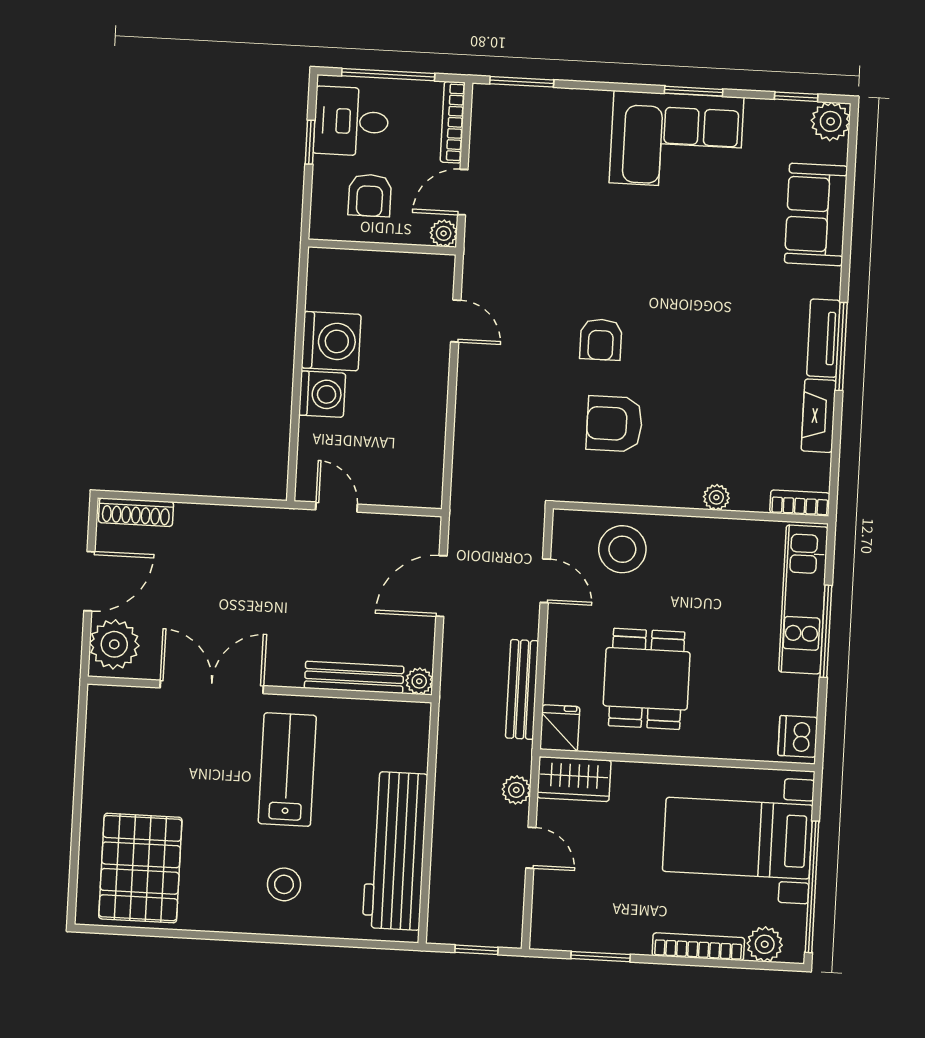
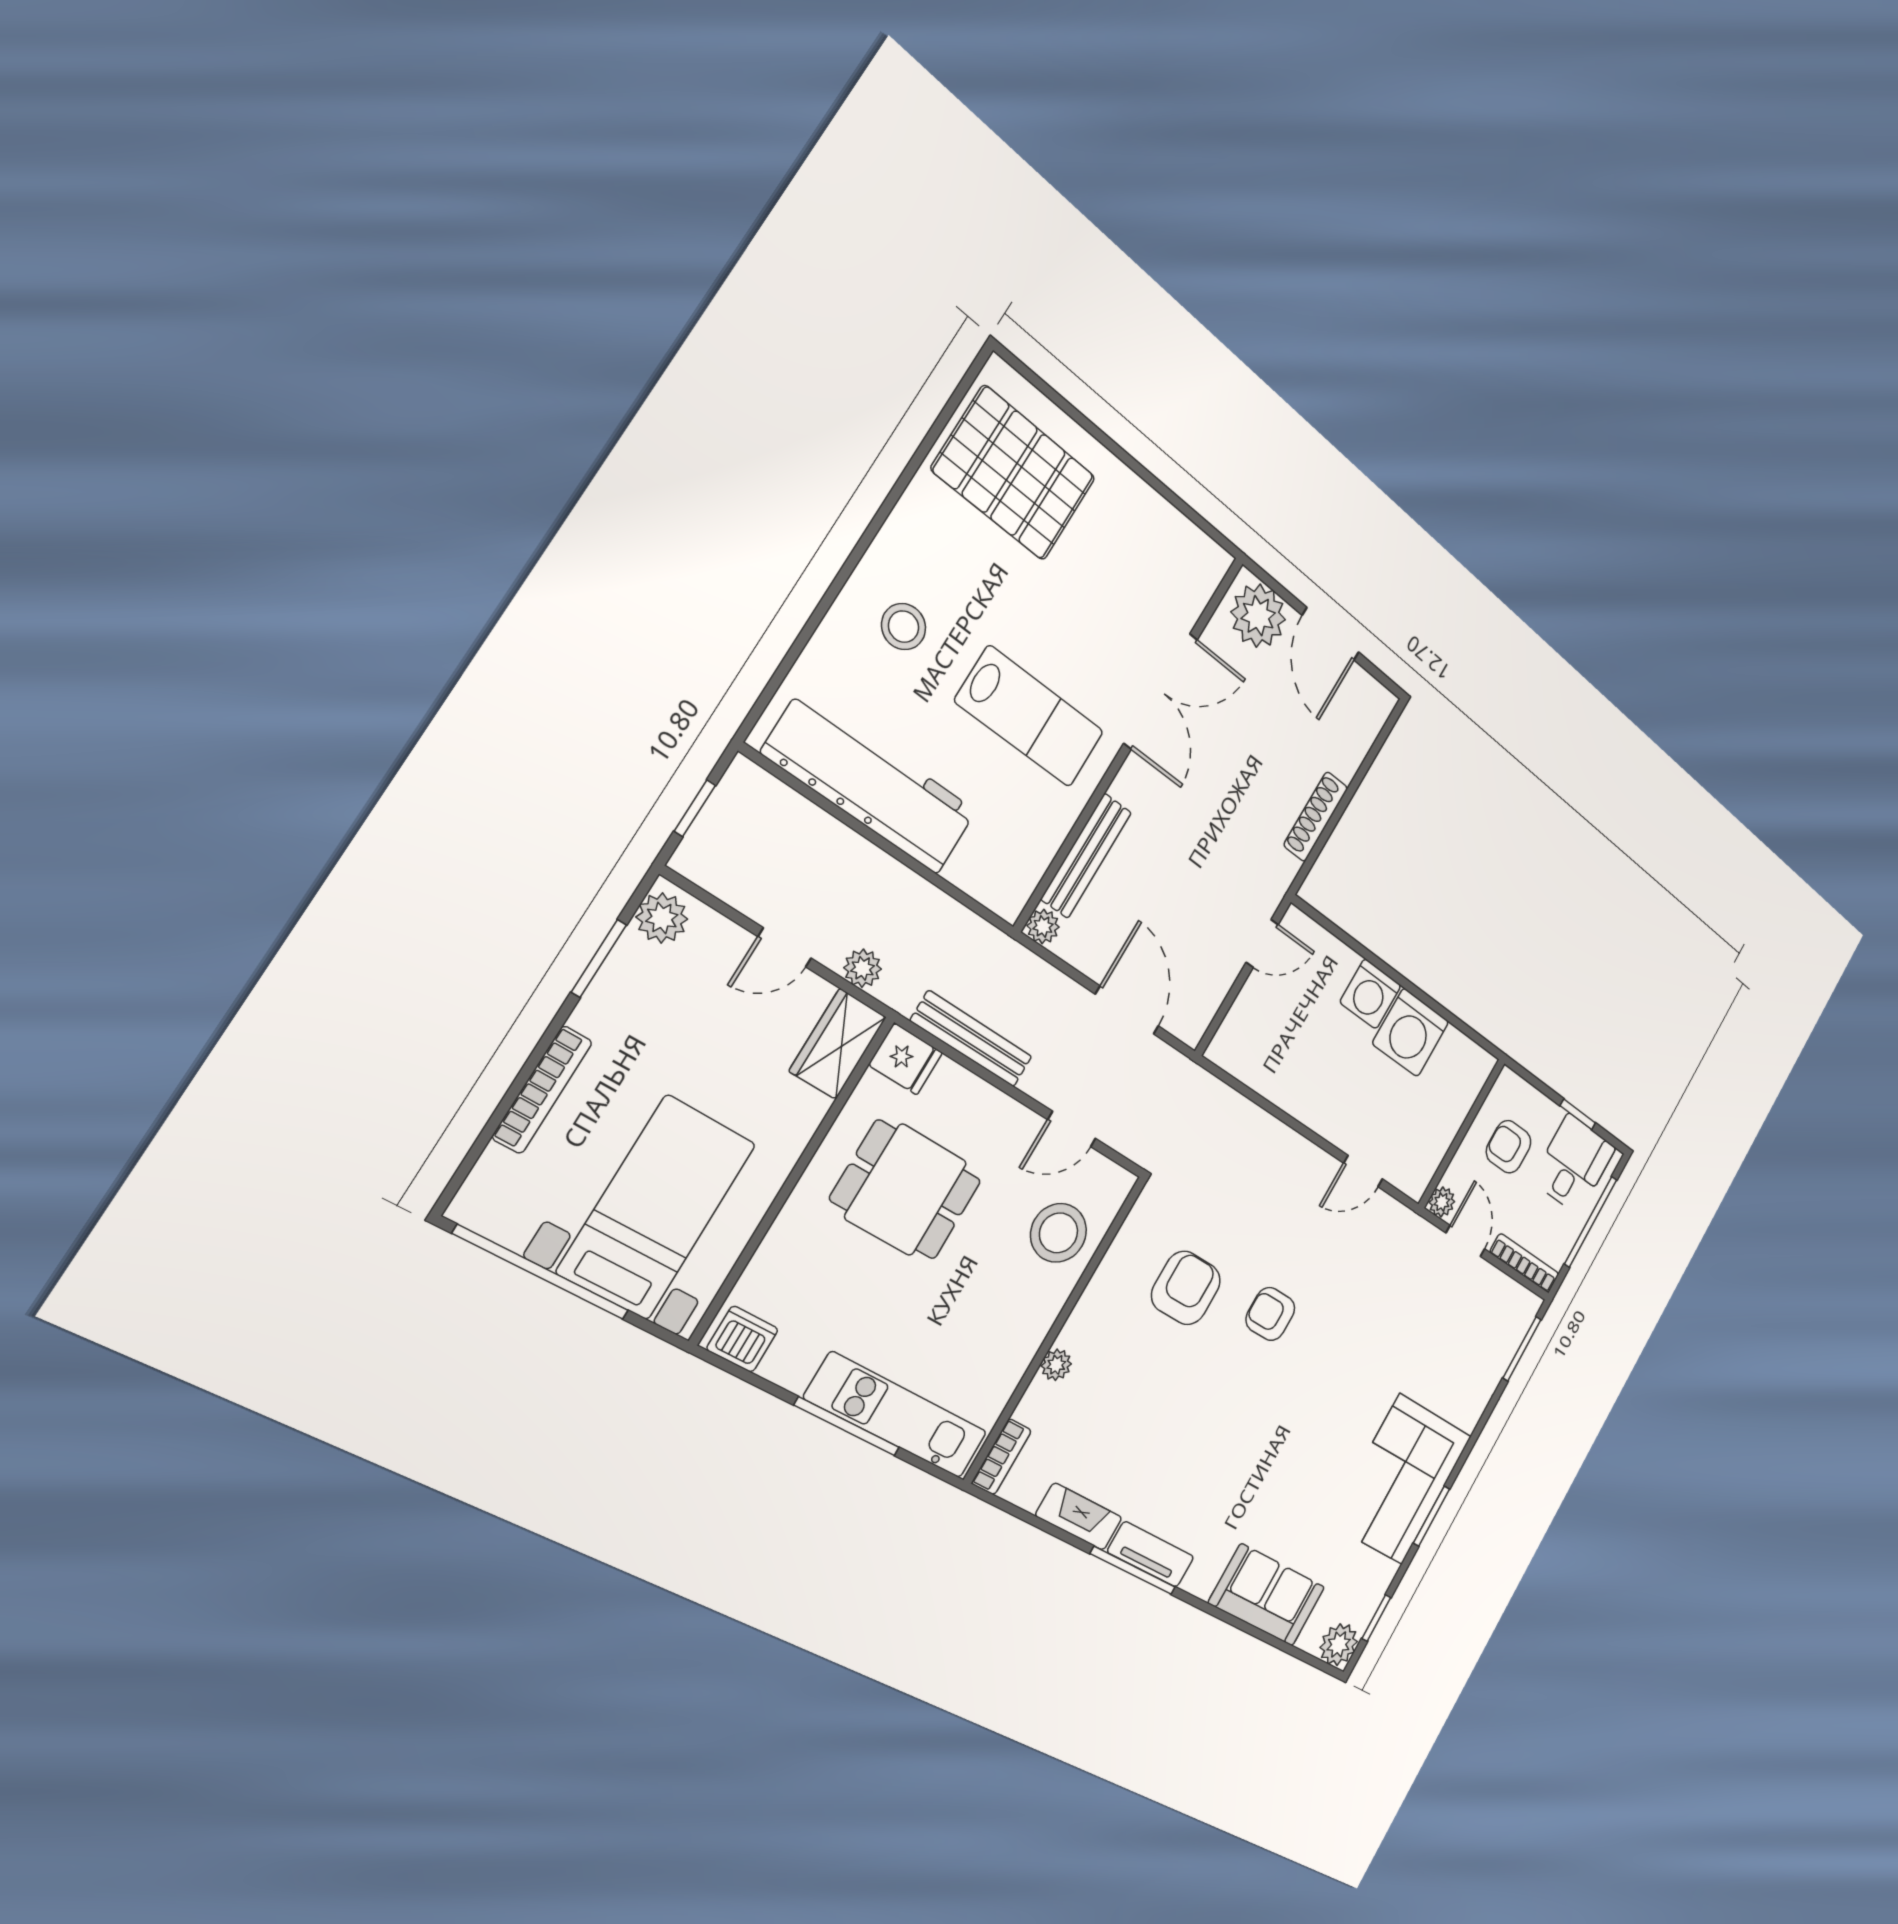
shoe rack: (136, 512) -> (1316, 817), moved
plant: (765, 944) -> (662, 918), moved

